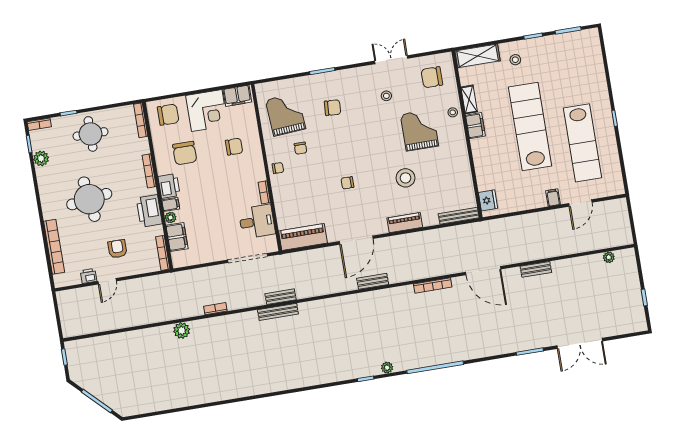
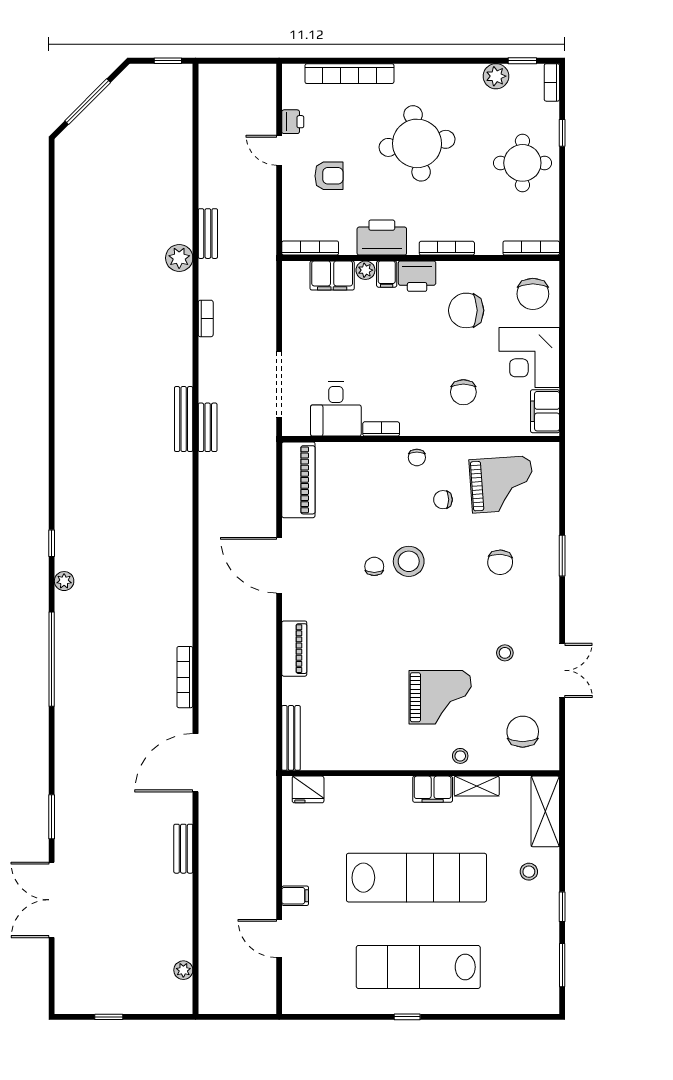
lab bench: (583, 143) -> (418, 967), moved
stool: (405, 178) -> (409, 561), moved
bench: (373, 281) -> (208, 234), moved

